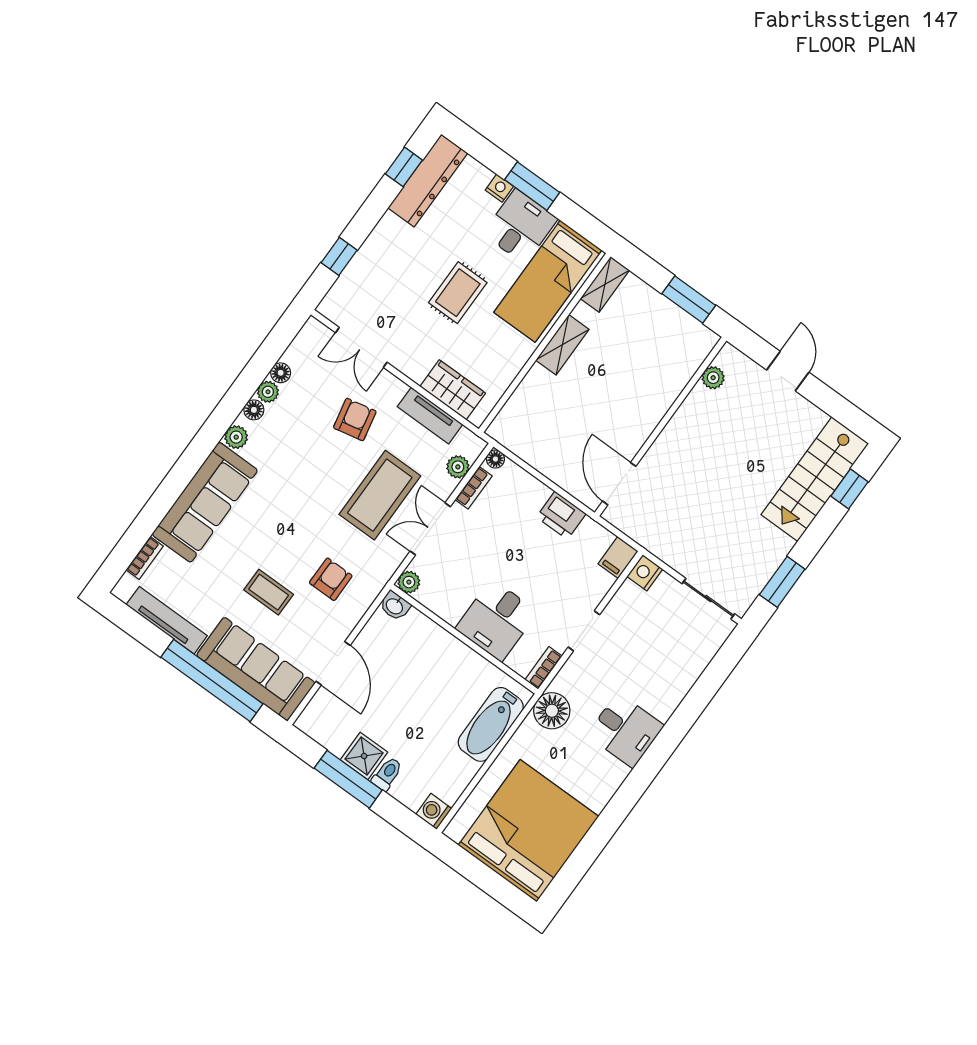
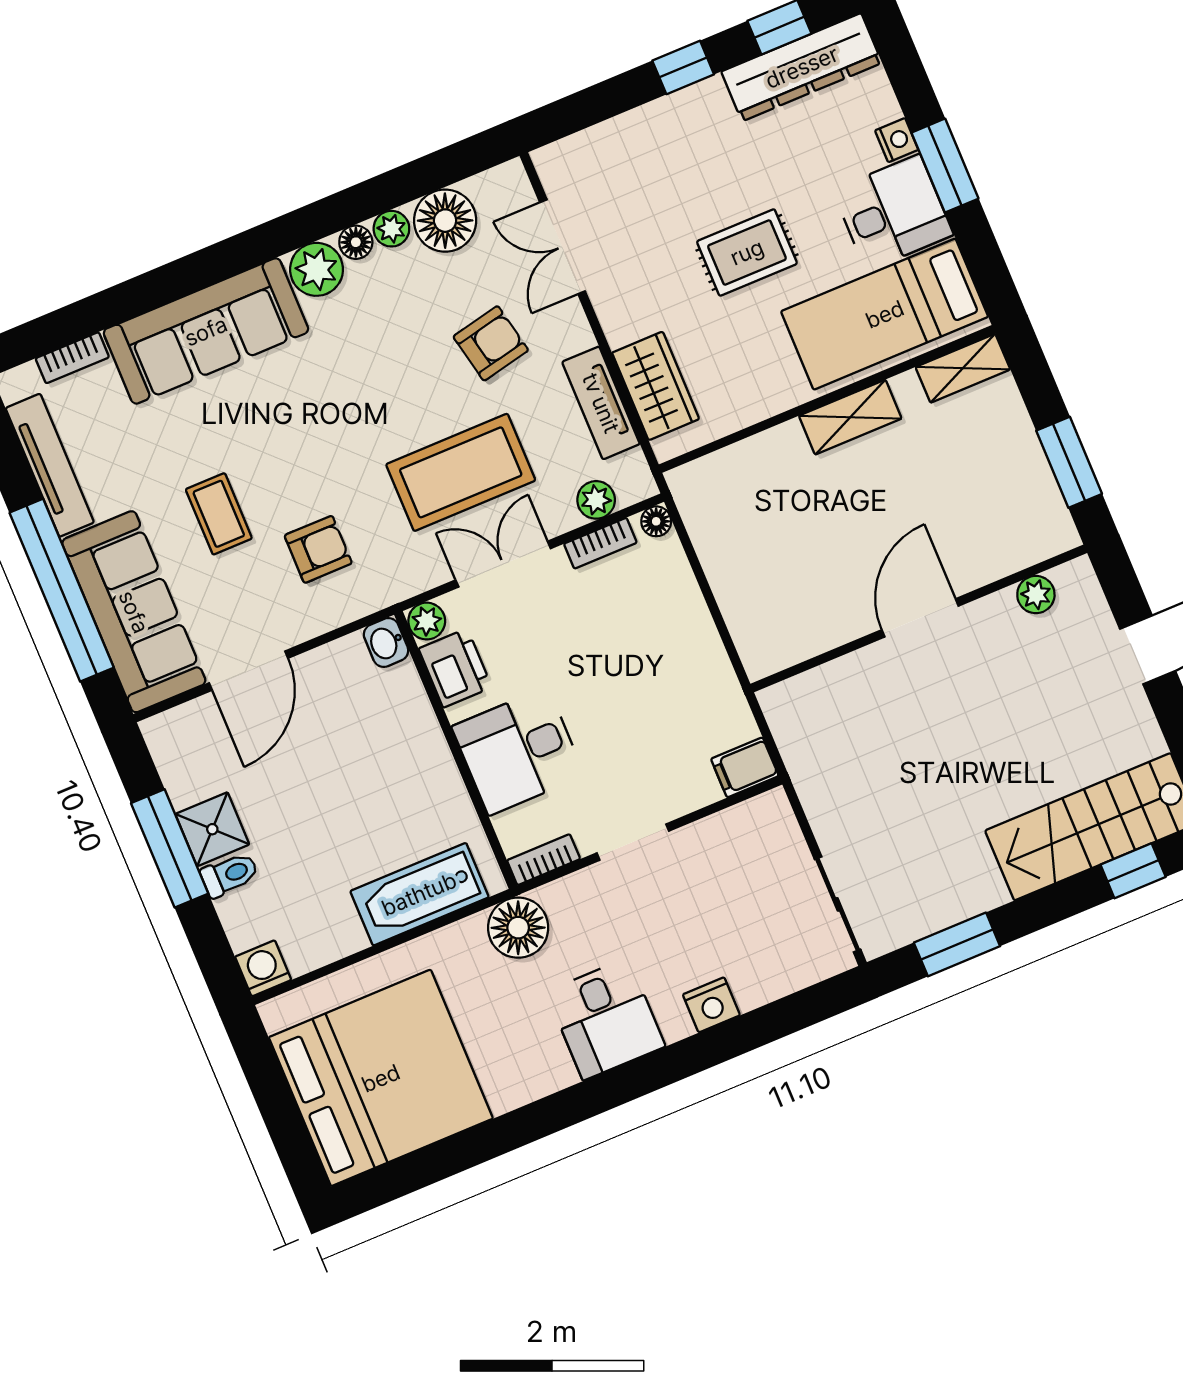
window: (339, 256) -> (683, 67), moved
floor lamp: (281, 373) -> (445, 221), width x1.89, depth x1.89
plant: (236, 437) -> (317, 269), width x1.38, depth x1.38
door: (619, 484) -> (920, 618), moved
printer: (561, 515) -> (455, 668), moved, turned 180
nightstand: (645, 573) -> (711, 1005), moved, turned 180

